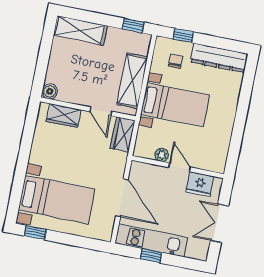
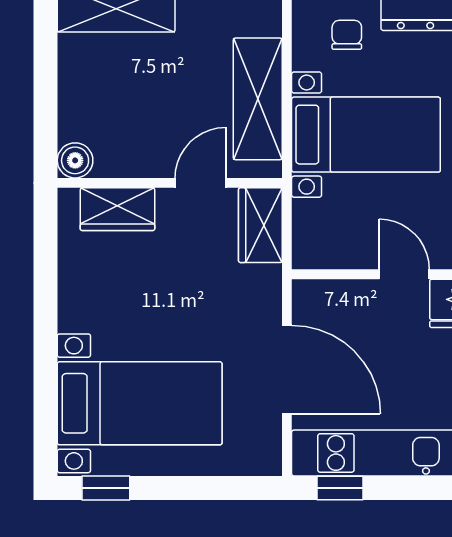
door: (101, 111) -> (200, 183), swing flipped
plant: (162, 155) -> (358, 254), removed
window: (151, 256) -> (340, 488), moved

